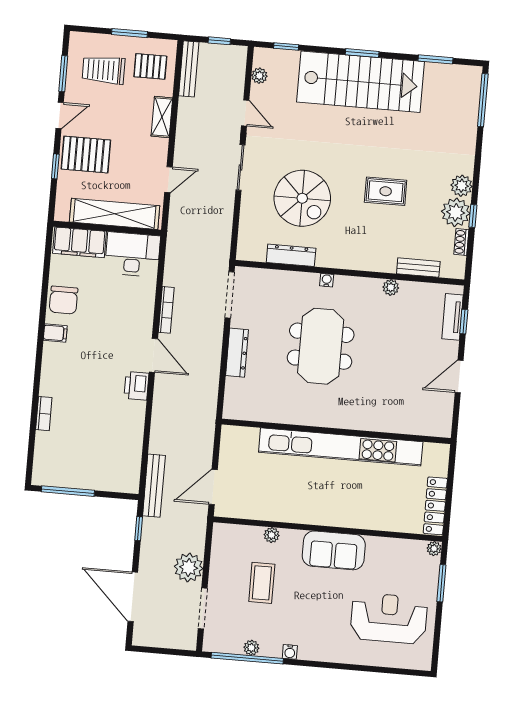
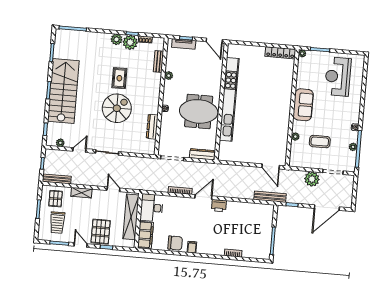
spiral stairs: (302, 198) -> (117, 108), moved
wall: (336, 431) -> (221, 102), moved
kitchen unit: (341, 447) -> (229, 99), moved

